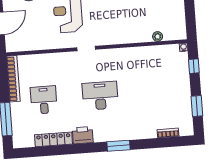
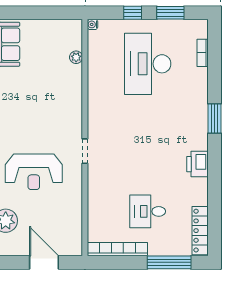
window: (194, 66) -> (133, 13), moved
desk: (100, 96) -> (148, 64), moved, width x1.36, depth x1.30
locker: (54, 139) -> (200, 231), moved

